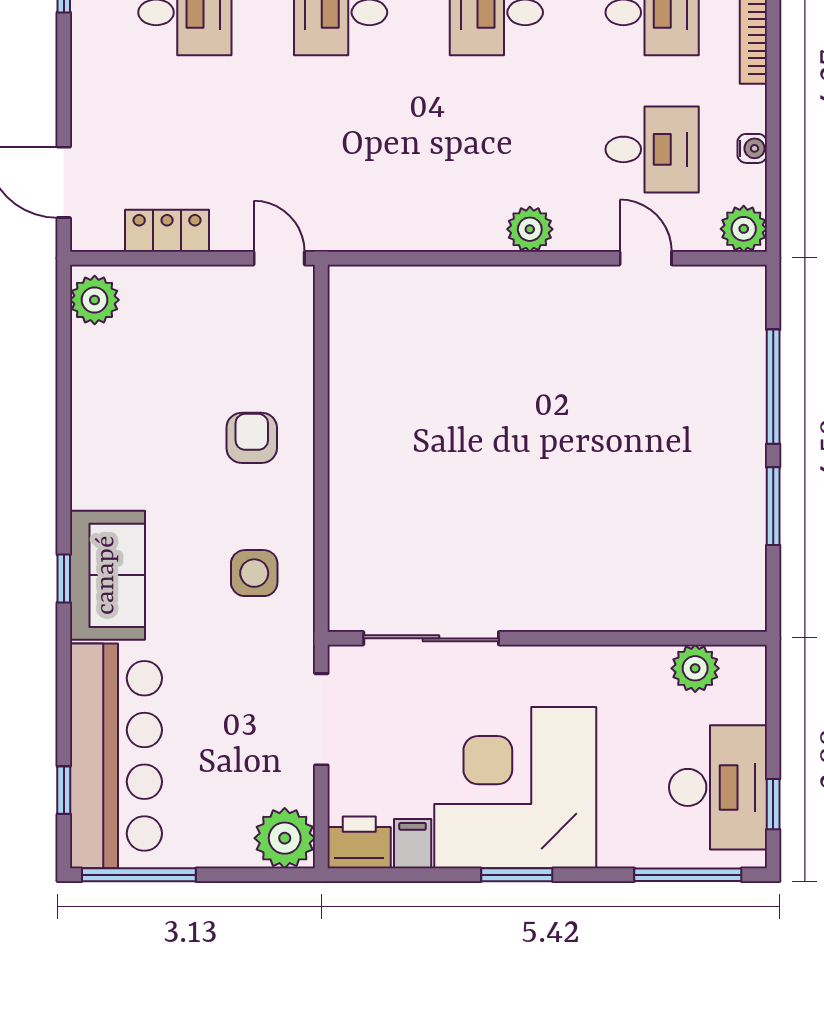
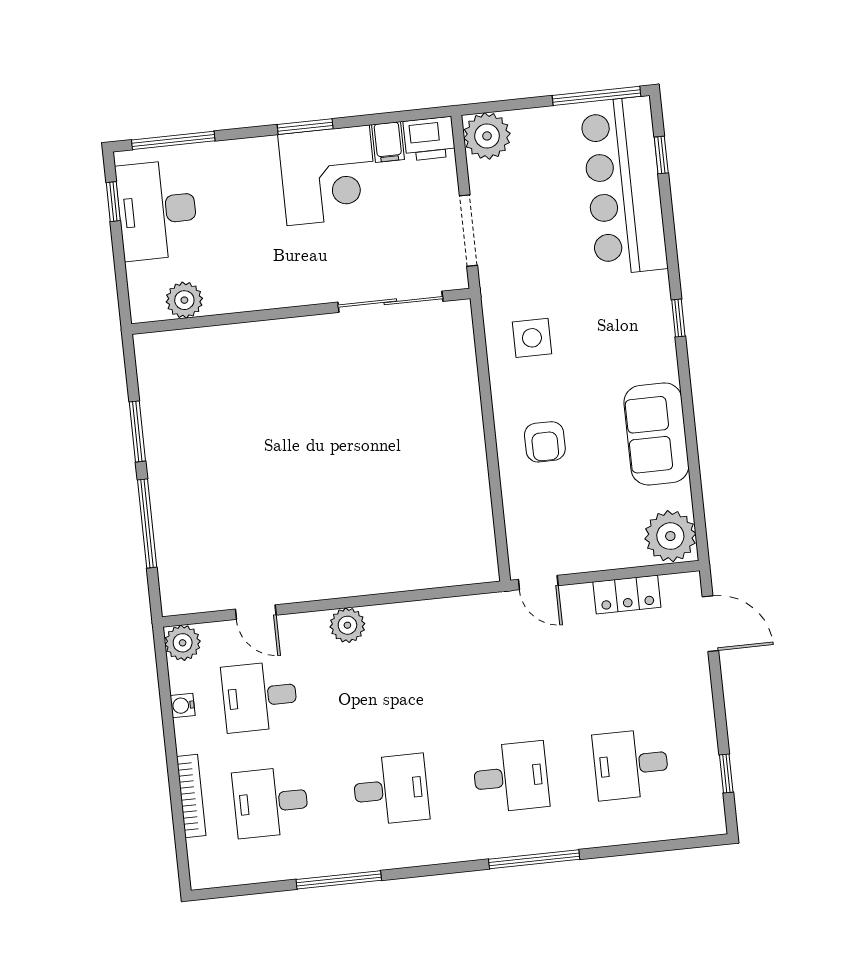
plant: (95, 300) -> (670, 536), width x1.36, depth x1.36
sofa: (107, 575) -> (656, 434), moved
corner desk: (515, 788) -> (328, 175), width x0.74, depth x0.74

